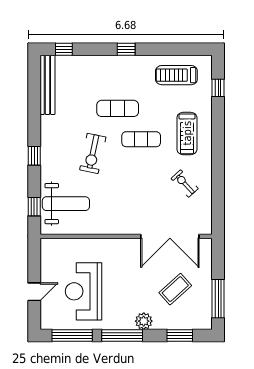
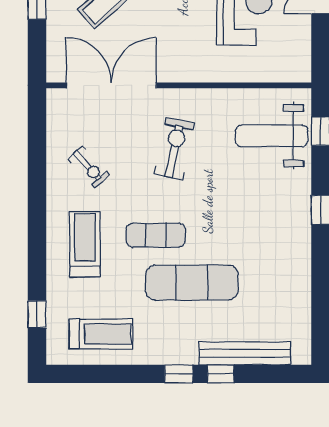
window: (64, 49) -> (221, 374), moved
bench: (47, 85) -> (245, 353), moved, turned 90
exercise mat: (118, 108) -> (192, 283), width x1.36, depth x1.45
exercise bike: (93, 153) -> (174, 149), moved

